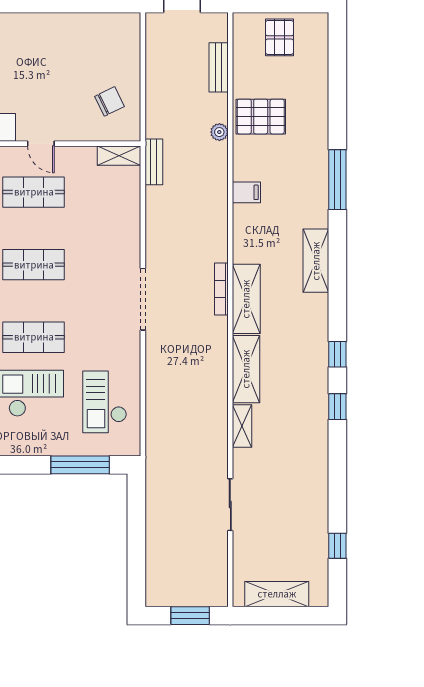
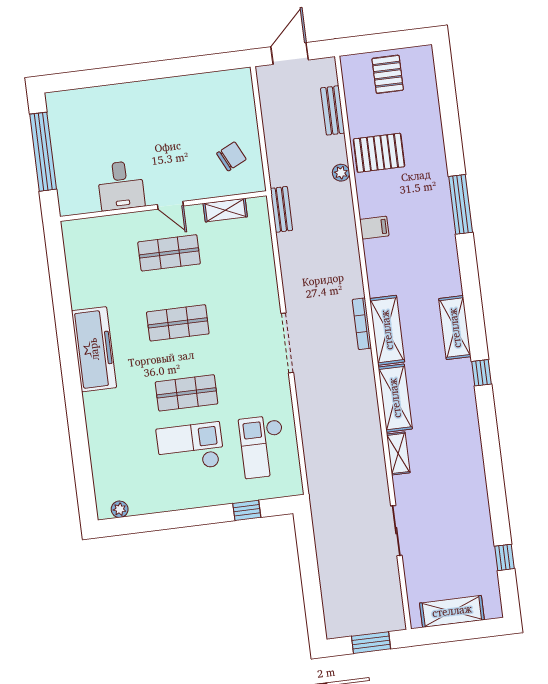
shelving: (119, 156) -> (225, 210), moved
shelving: (316, 261) -> (455, 328), moved
window: (337, 407) -> (488, 423), removed
window: (80, 465) -> (247, 510), width x0.46

